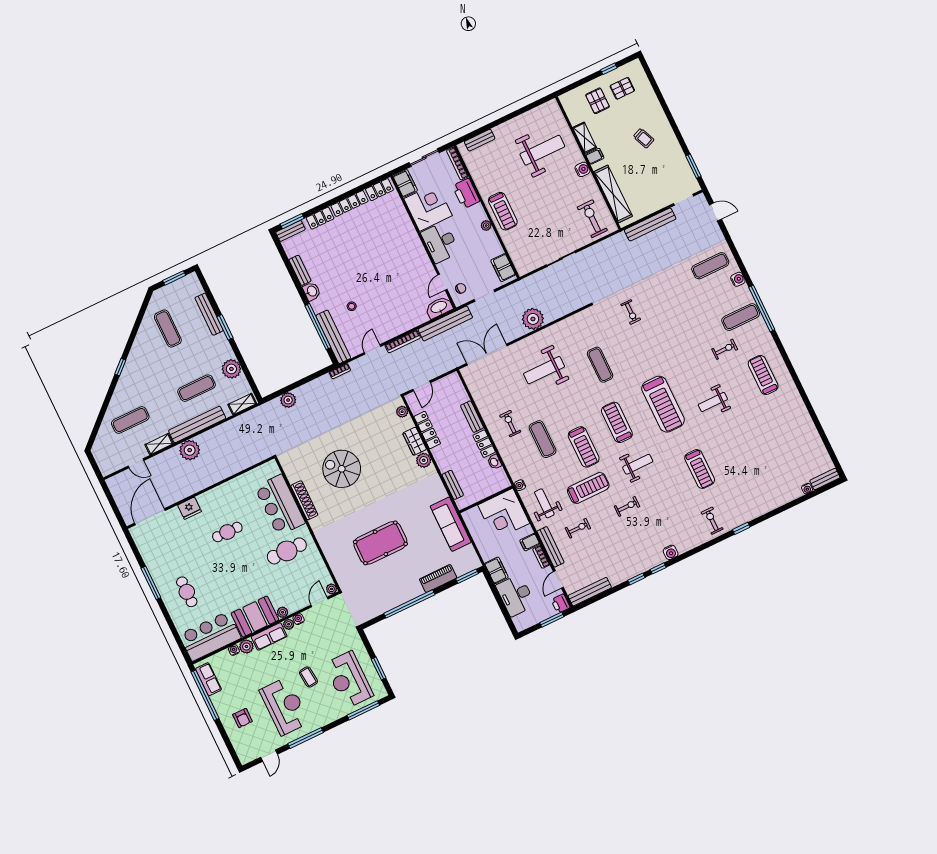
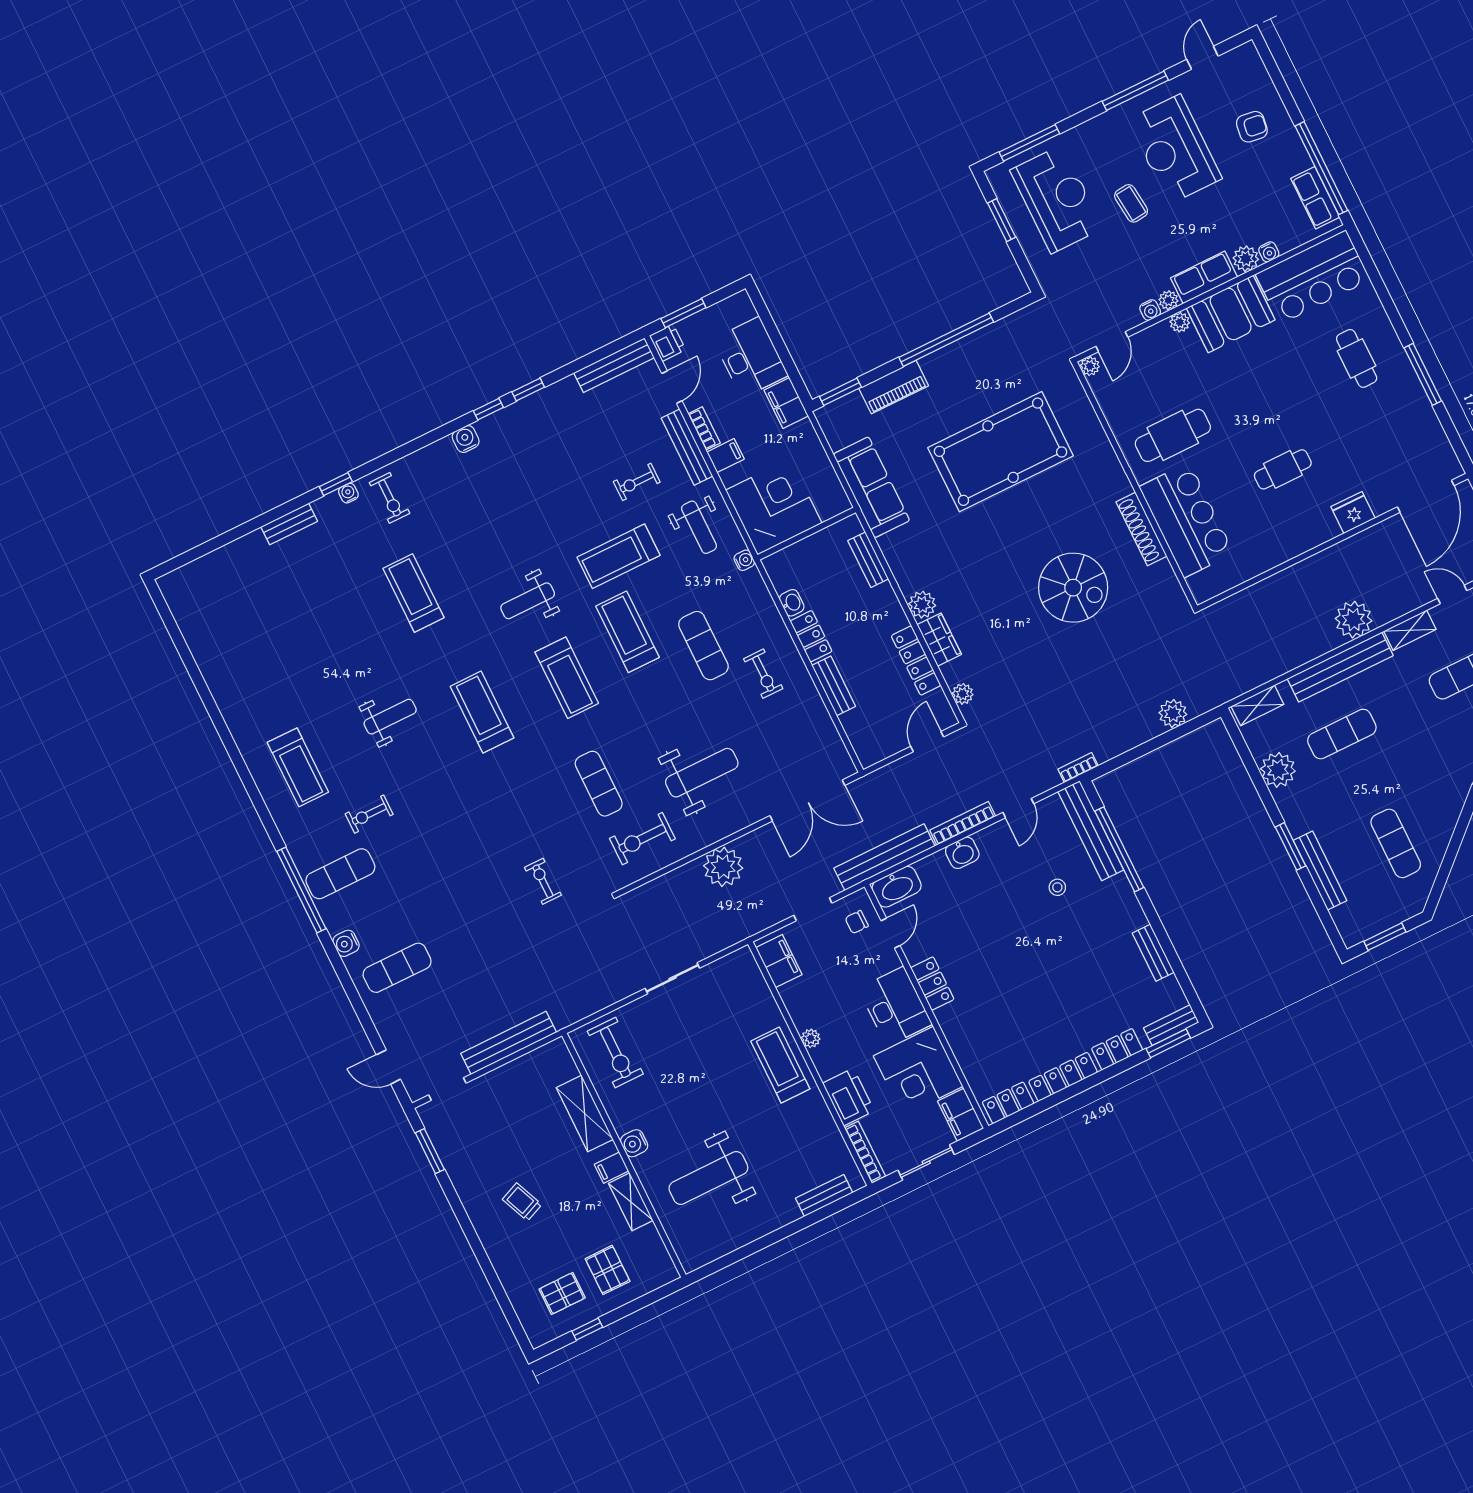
shelving: (613, 194) -> (585, 1114), width x0.68
locker: (420, 255) -> (932, 984), added
washbasin: (312, 291) -> (962, 853), moved, turned -90
treadmill: (663, 404) -> (482, 712), width x0.73, depth x0.73
bench: (825, 479) -> (289, 524), moved
water cooler: (807, 489) -> (348, 493), moved
exercise bike: (627, 506) -> (642, 839), moved, width x1.38, depth x1.39
pool table: (380, 543) -> (1001, 452), width x1.36, depth x1.32
armchair: (242, 718) -> (1252, 127), turned 98

